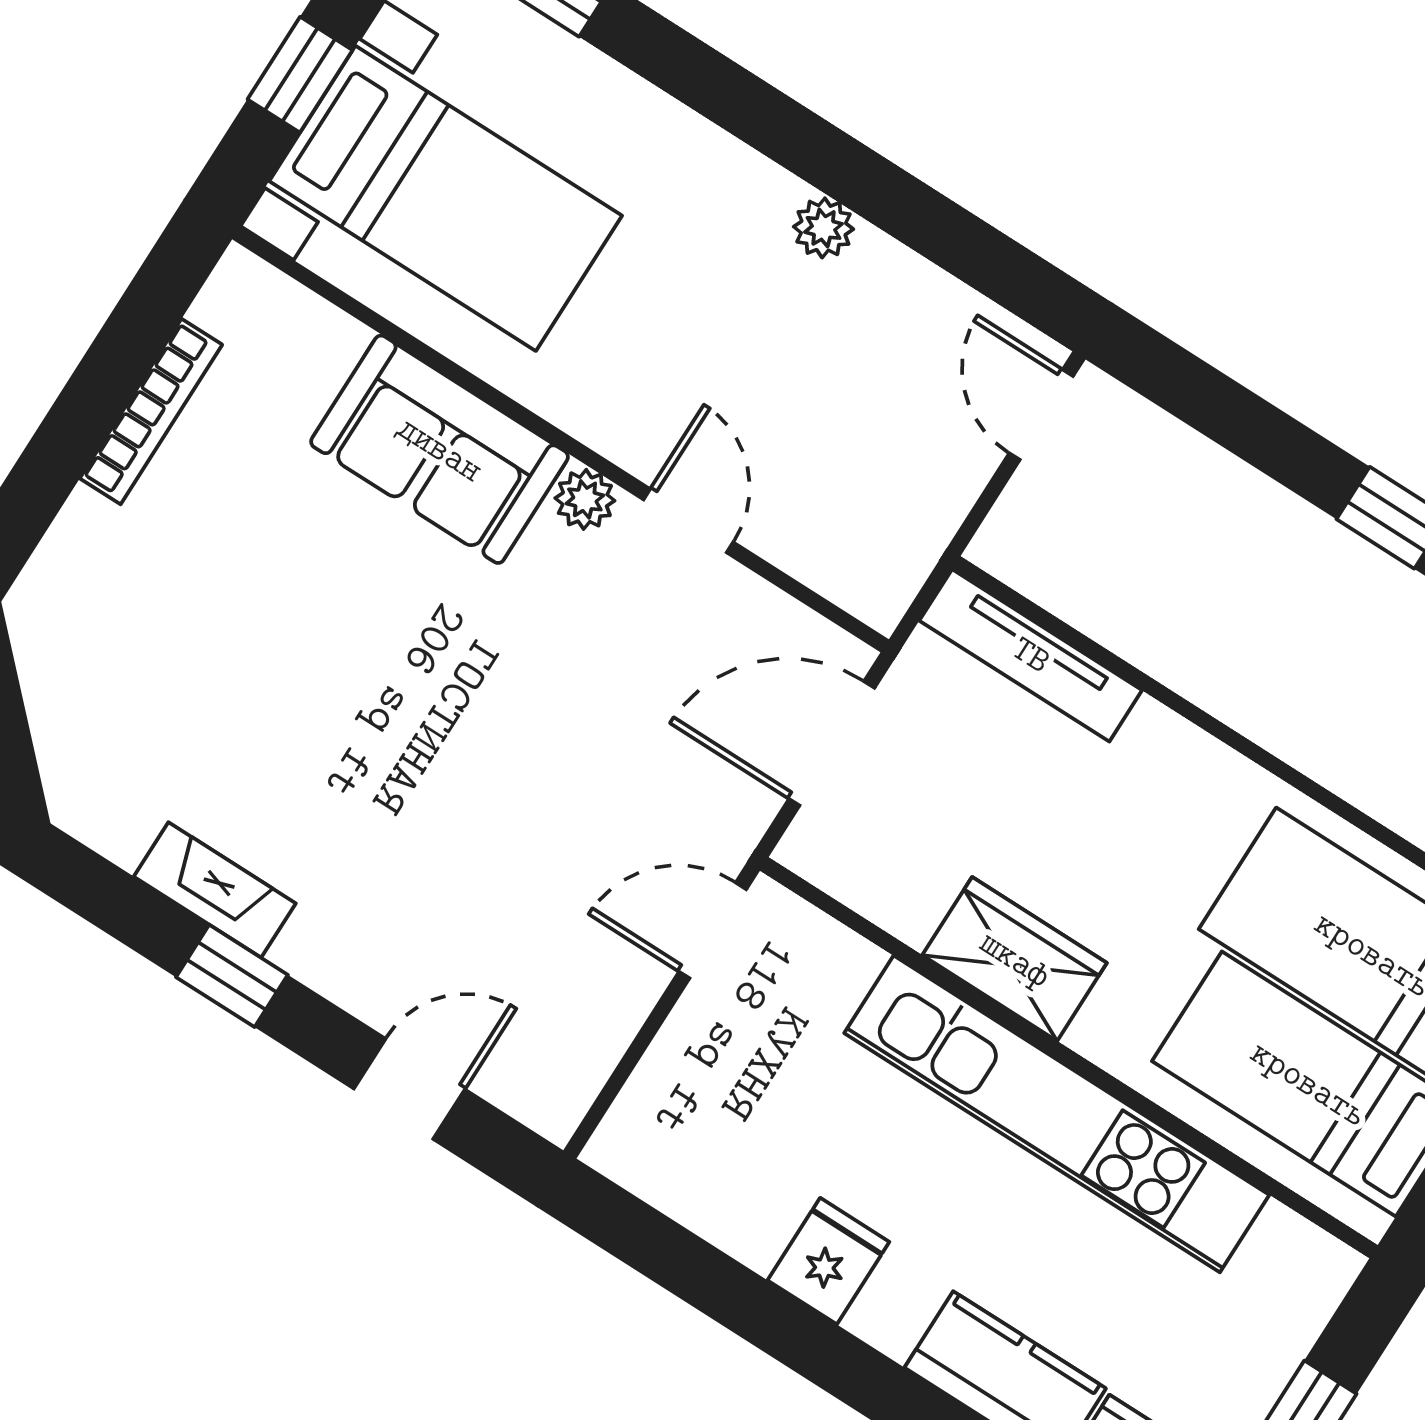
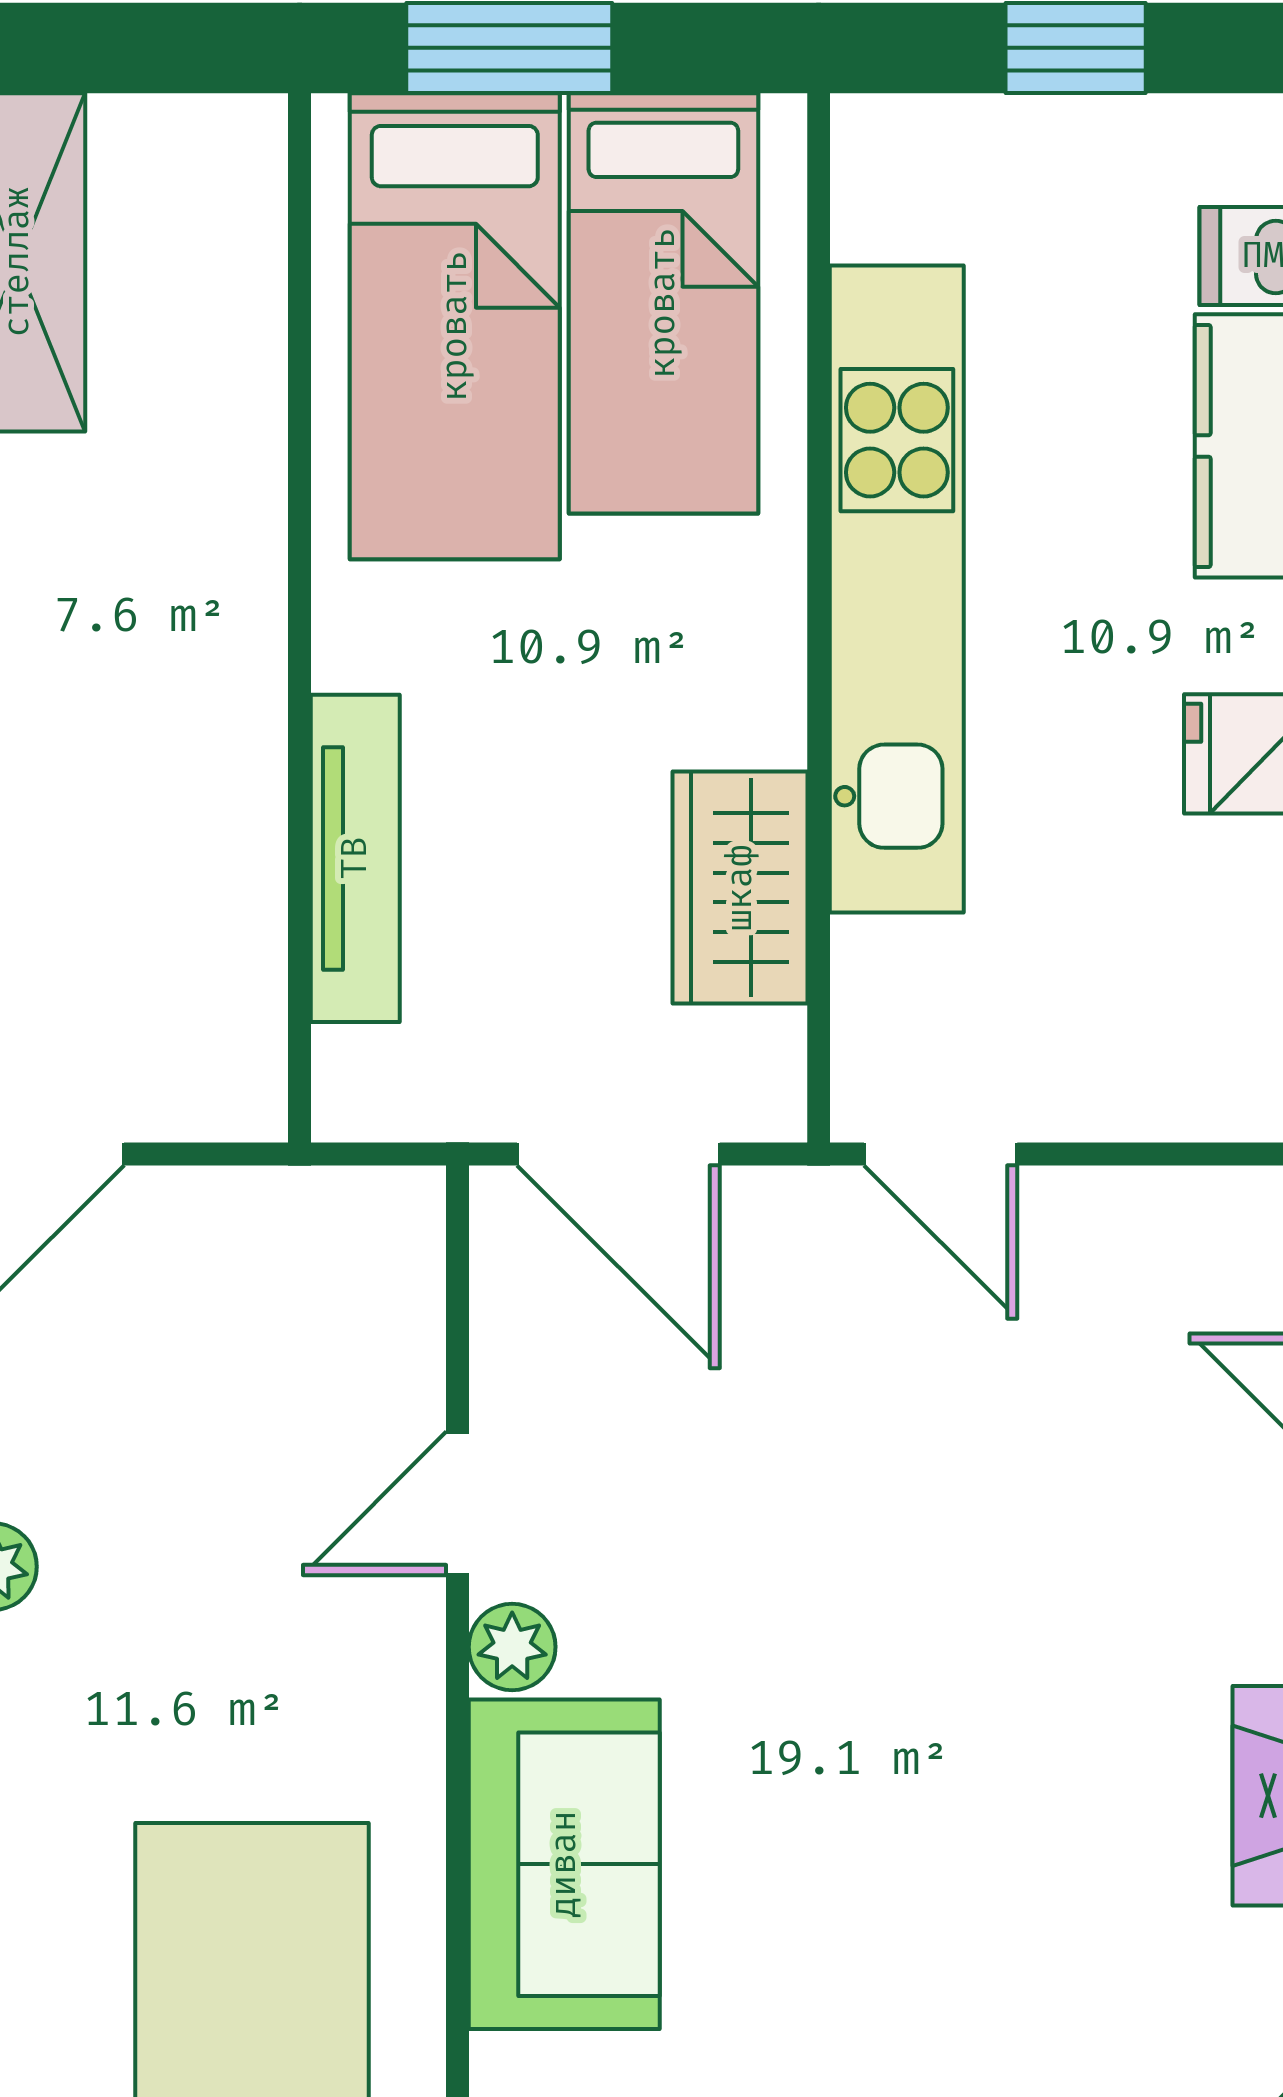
tv unit: (1031, 655) -> (355, 858), moved
wardrobe: (1015, 959) -> (740, 888), moved

